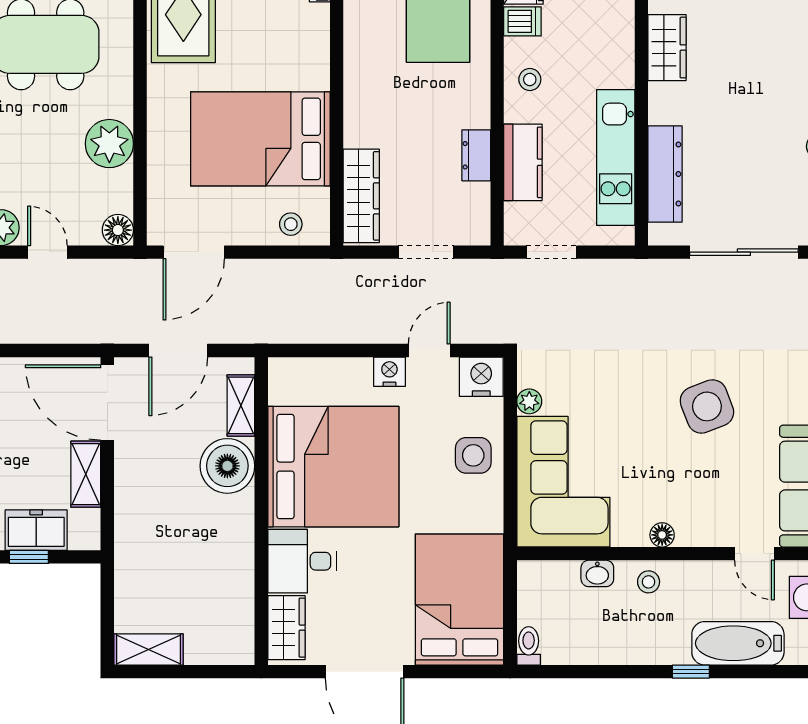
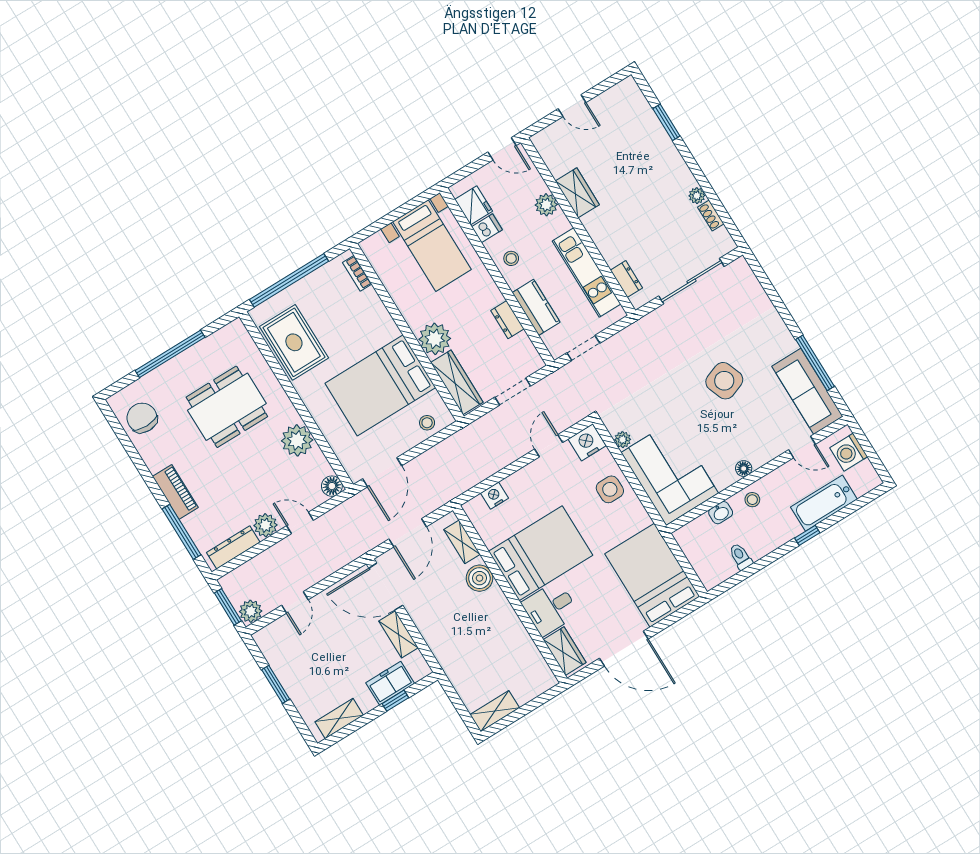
plant: (618, 38) -> (546, 205), added
plant: (367, 122) -> (435, 339), added
dresser: (665, 174) -> (626, 279), width x0.51, depth x0.80
nightstand: (389, 372) -> (494, 496), moved
boiler: (227, 466) -> (479, 578), width x0.73, depth x0.73
bed: (333, 467) -> (541, 553), width x0.73
toilet: (529, 646) -> (741, 557), moved

